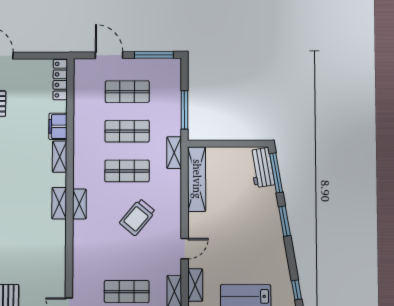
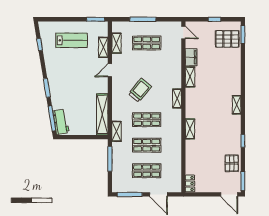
locker: (60, 80) -> (190, 183), width x0.66
filing cabinet: (58, 126) -> (191, 57), moved
shelving: (59, 203) -> (190, 77), moved

